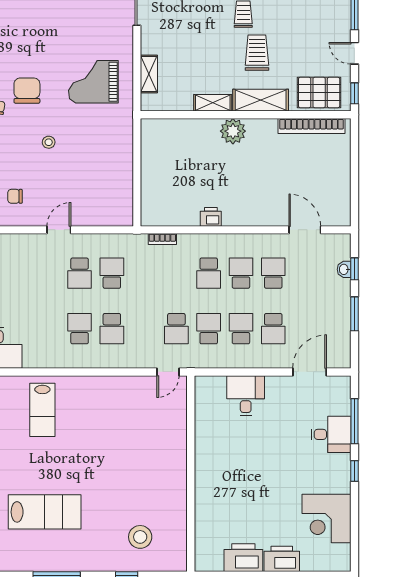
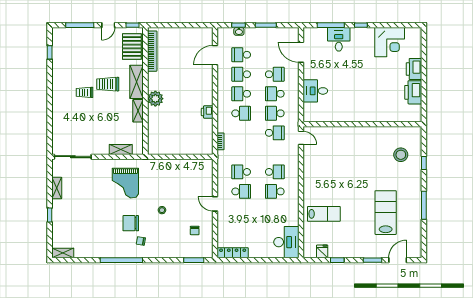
school desk: (305, 273) -> (241, 55), added

